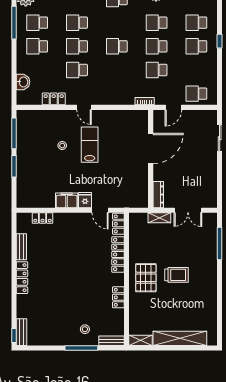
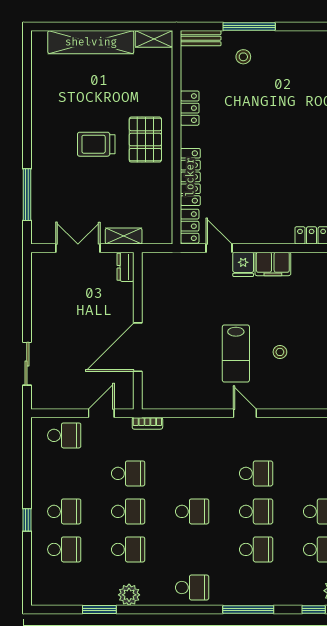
locker: (54, 99) -> (294, 427), removed
dresser: (158, 195) -> (126, 267), width x0.70

